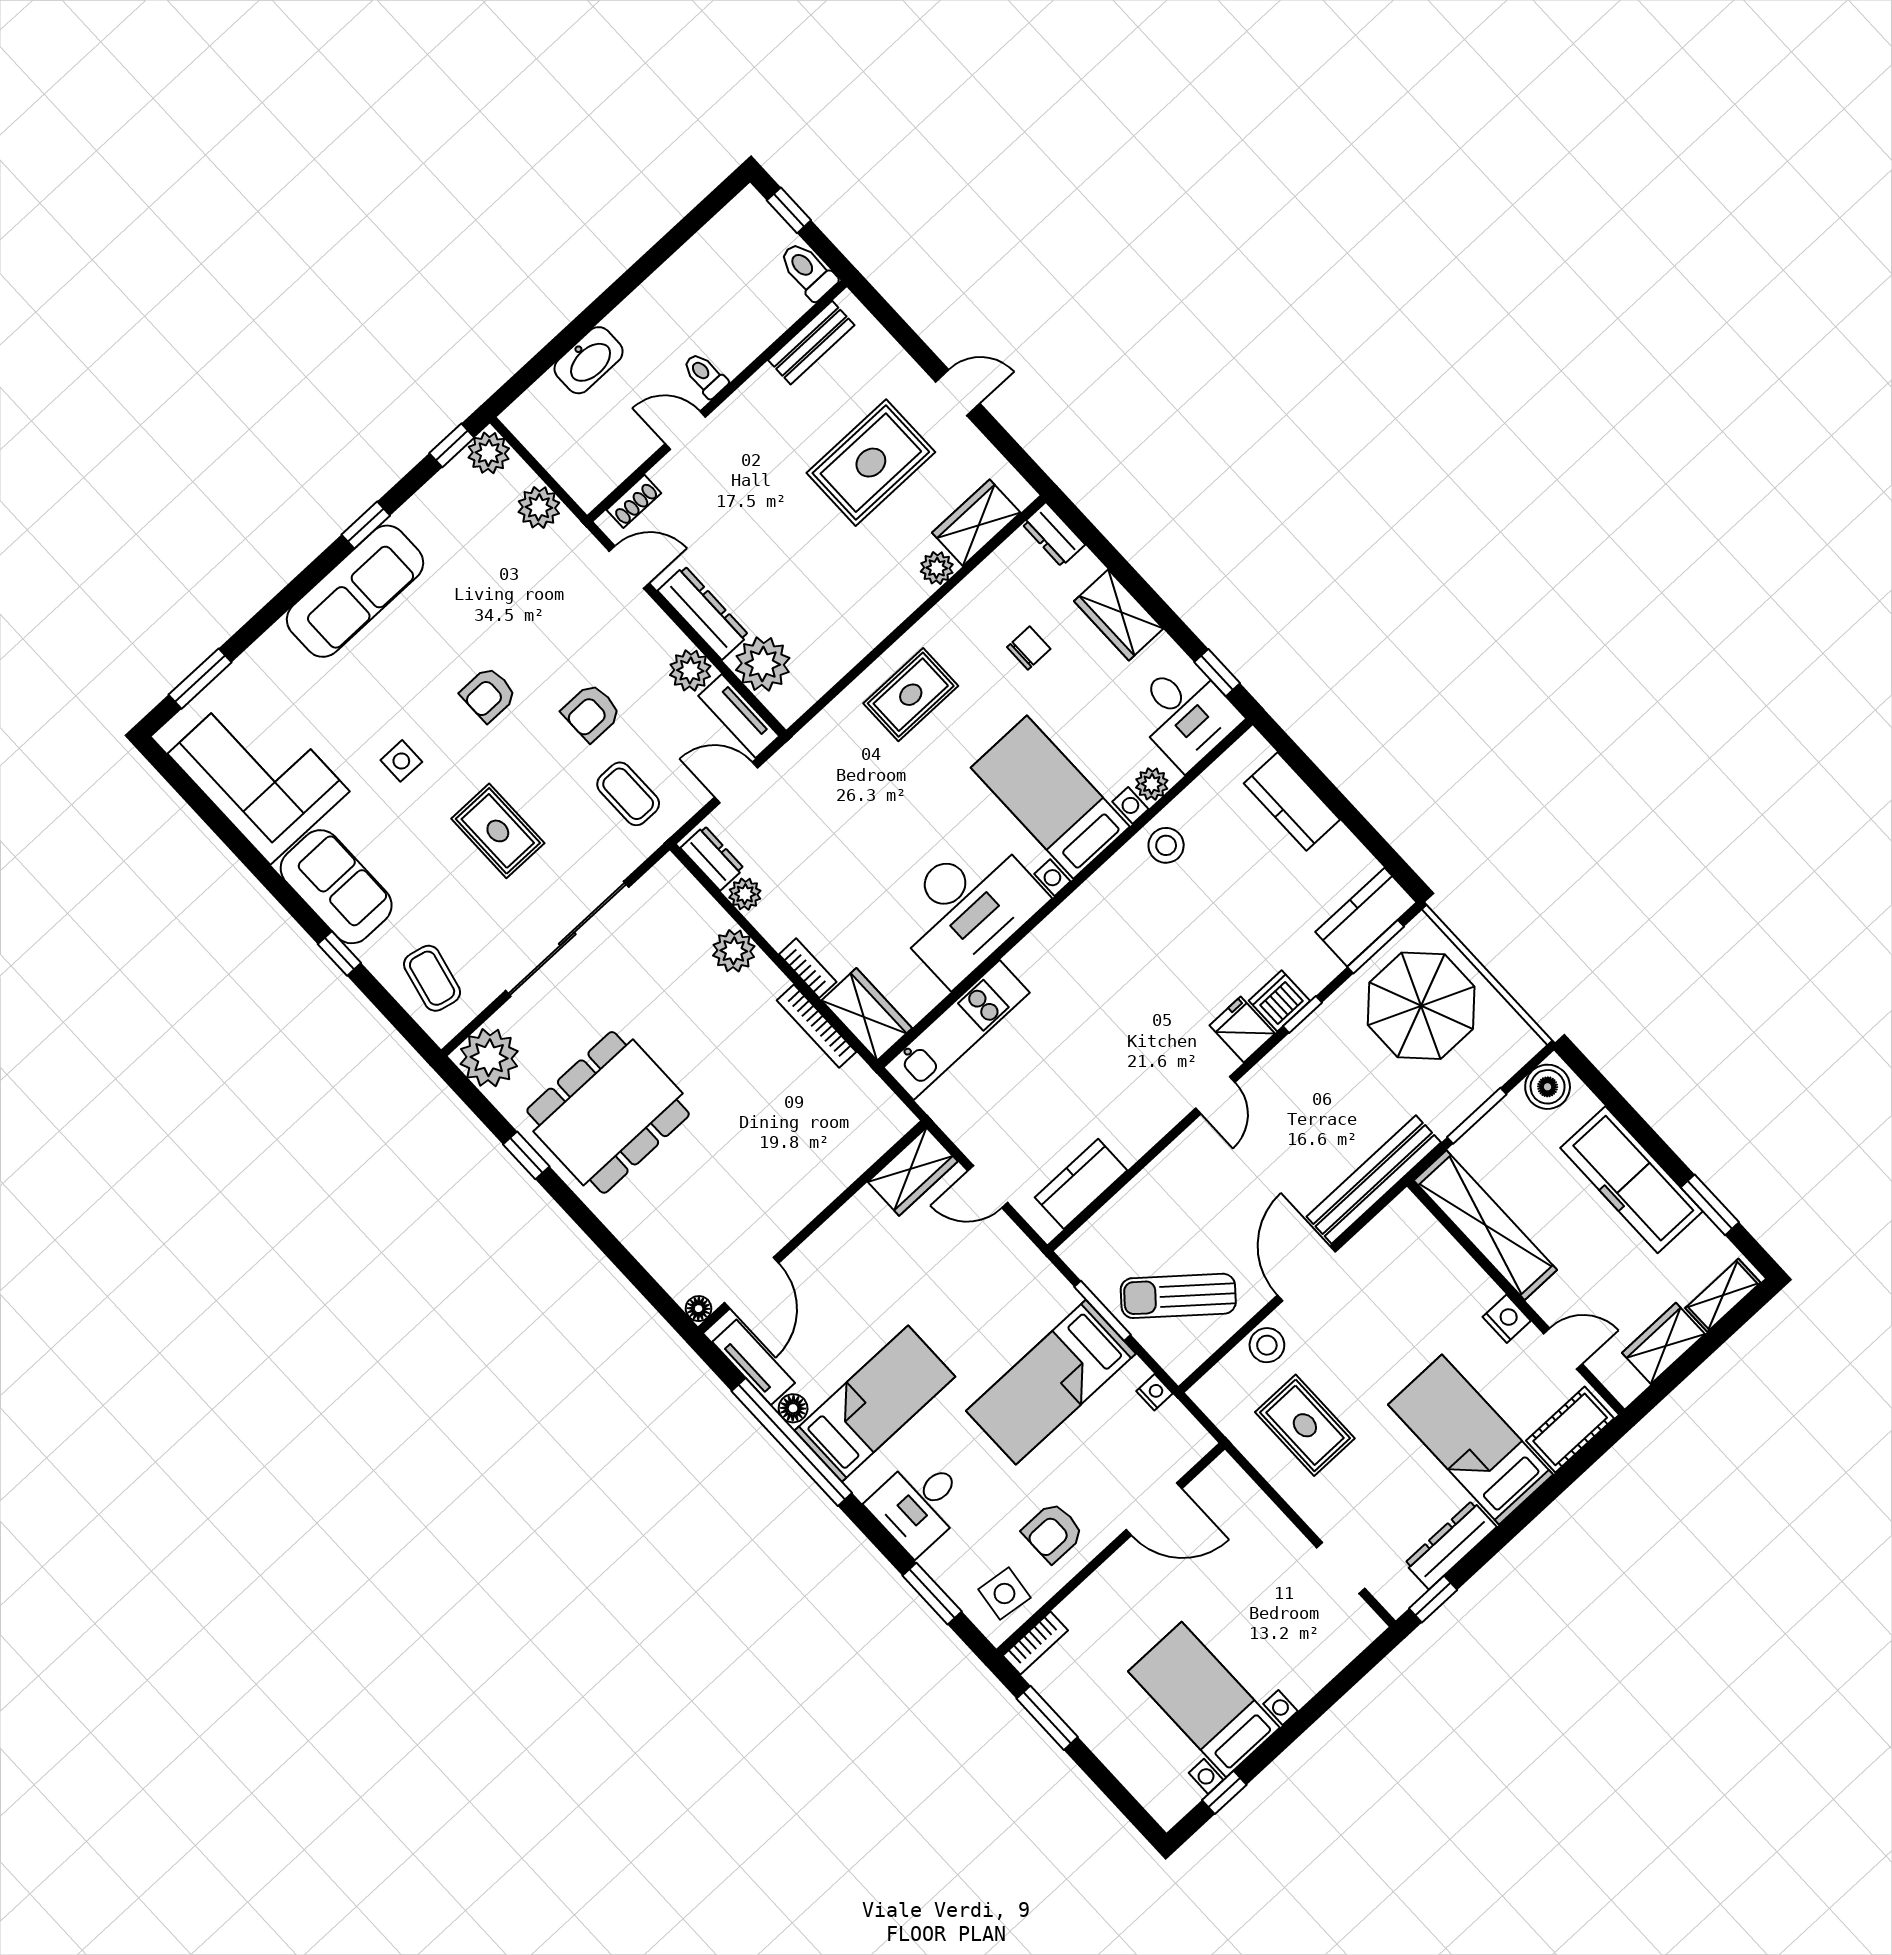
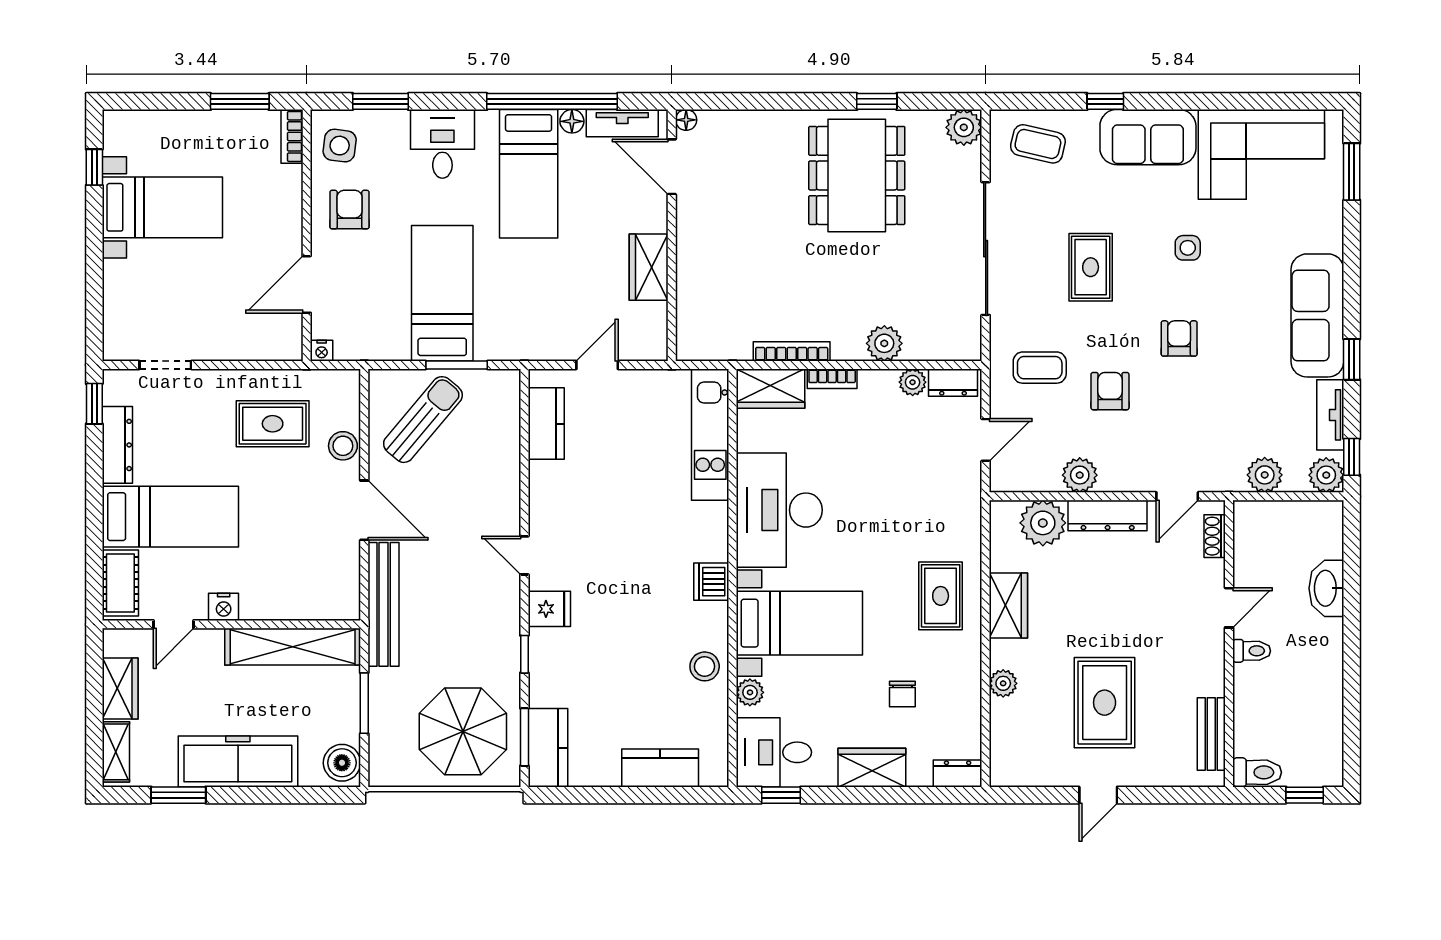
wardrobe: (976, 523) -> (1008, 606), moved
tv unit: (739, 716) -> (1330, 415), moved, turned -90
rug: (498, 831) -> (1091, 267), turned 90
dishwasher: (1279, 1001) -> (711, 582), moved, turned 180
plant: (489, 1058) -> (964, 127), width x0.73, depth x0.73
wardrobe: (913, 1172) -> (649, 267), moved
nightstand: (1155, 1392) -> (322, 351), moved

